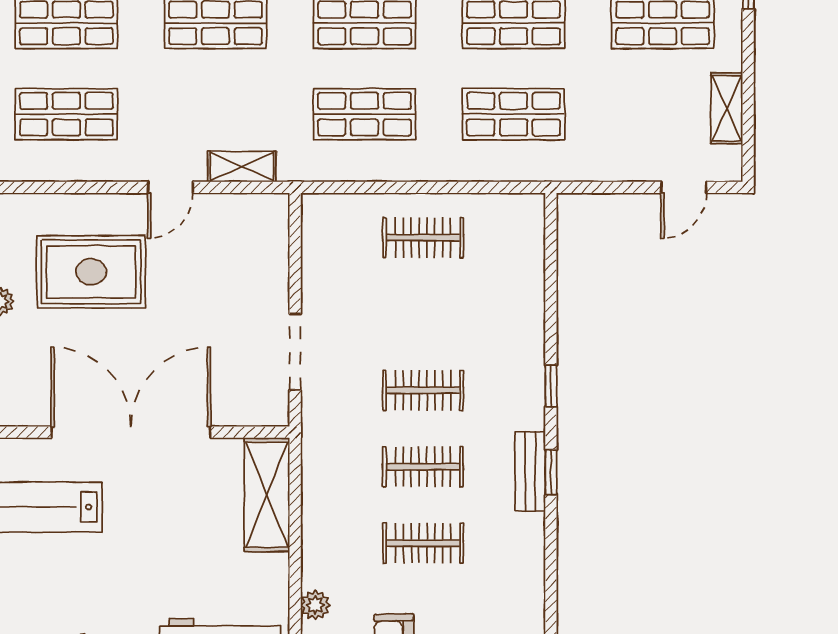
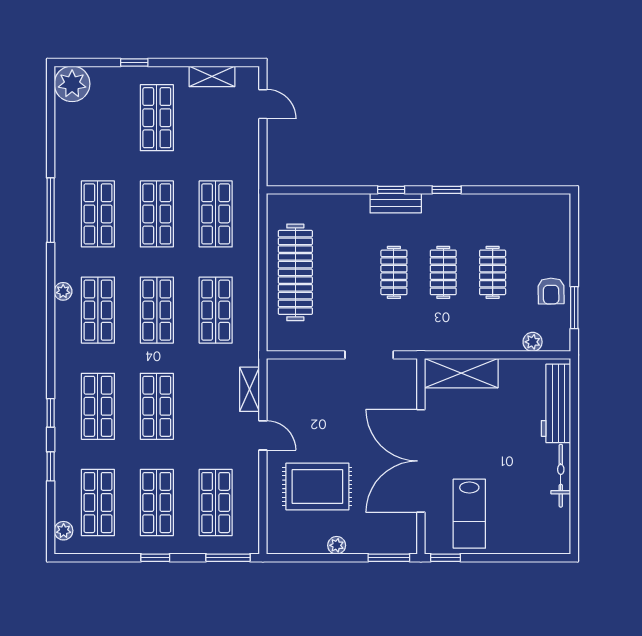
clothes rail: (423, 238) -> (295, 272), width x1.86, depth x1.31
rug: (91, 272) -> (317, 487), turned 90
bench: (530, 471) -> (396, 203), moved

